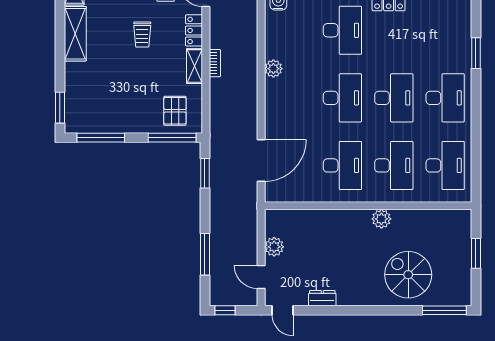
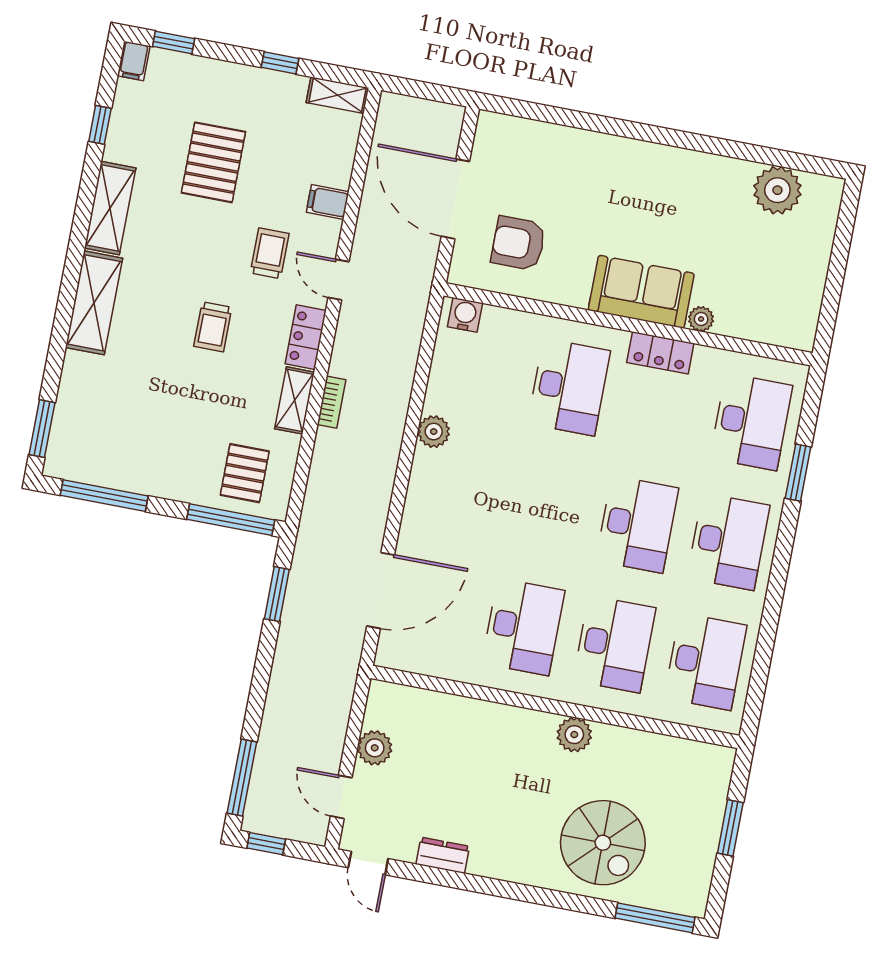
desk: (342, 98) -> (751, 422), moved
window: (205, 254) -> (242, 778), moved
spiral stairs: (408, 275) -> (603, 843), turned 180

